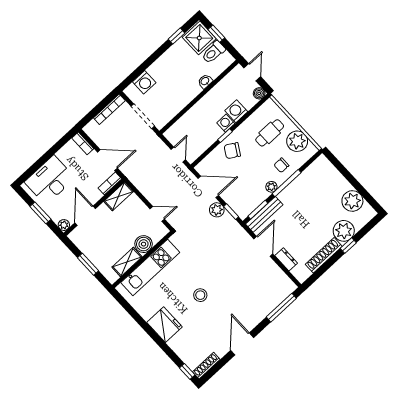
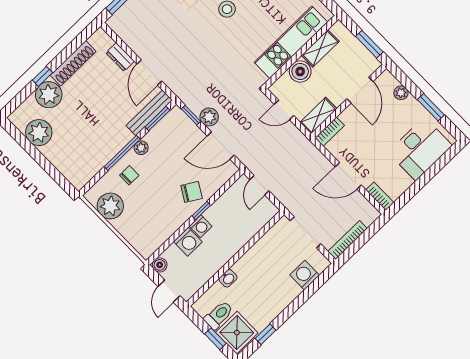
cafe table: (270, 133) -> (145, 216), removed
bookcase: (110, 183) -> (330, 132), moved
shelving: (119, 196) -> (318, 116), moved
wall: (94, 207) -> (349, 101), moved
door: (85, 216) -> (360, 90), moved

